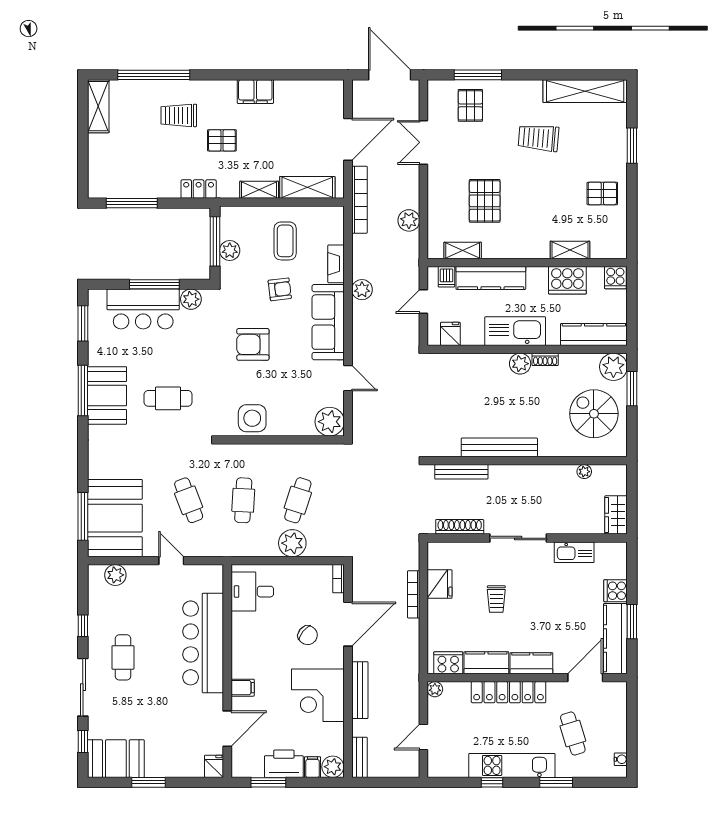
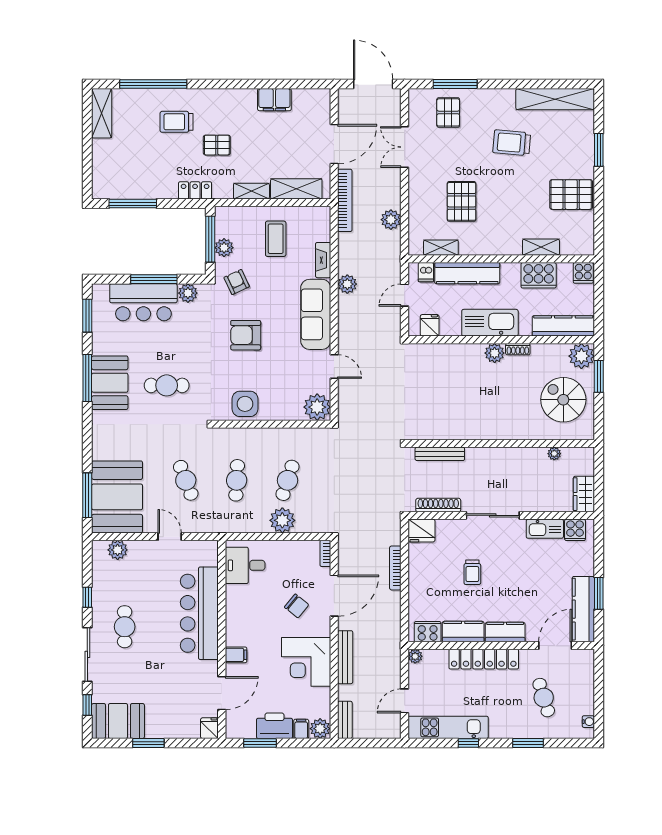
filing cabinet: (255, 92) -> (274, 100), moved
pallet: (602, 193) -> (571, 195), width x1.50, depth x1.42
armchair: (280, 289) -> (237, 282), moved, turned -108
bench: (499, 447) -> (475, 431), removed
fridge: (440, 584) -> (421, 531), moved, turned 90
cooker: (616, 591) -> (575, 530), moved, turned -90
kitchen unit: (512, 765) -> (448, 727), moved

